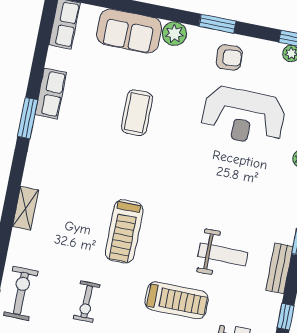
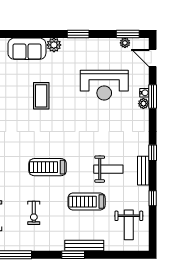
armchair: (229, 57) -> (89, 52), removed
treadmill: (124, 231) -> (48, 167), turned 90
treadmill: (177, 300) -> (87, 202), turned 180

